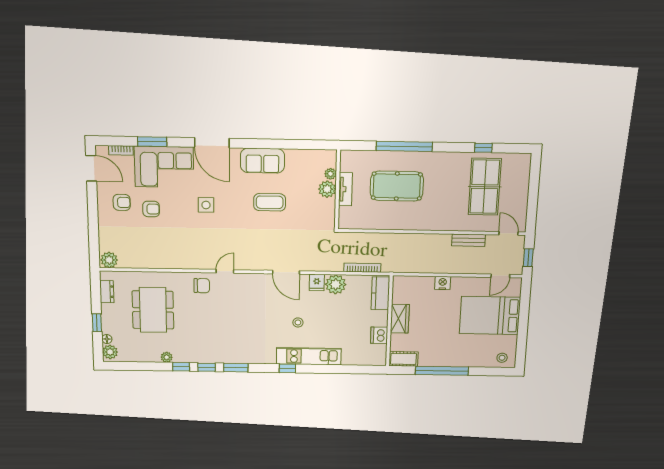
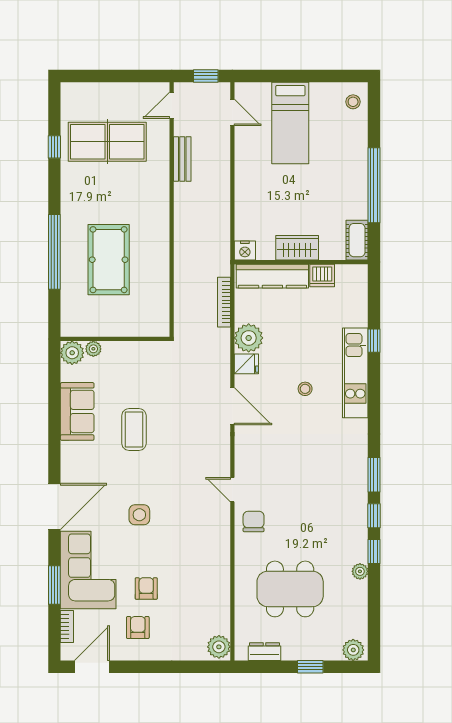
sofa: (262, 161) -> (77, 411), moved
plant: (327, 189) -> (72, 353), moved
tv unit: (345, 189) -> (114, 328), removed
door: (286, 272) -> (232, 406), hinge flipped
nightstand: (443, 283) -> (245, 250), moved, turned -90
kitchen counter: (380, 293) -> (272, 276), width x1.50
bed: (490, 315) -> (290, 123), width x0.67
floor lamp: (107, 339) -> (334, 654), removed
window: (287, 368) -> (374, 341), moved

